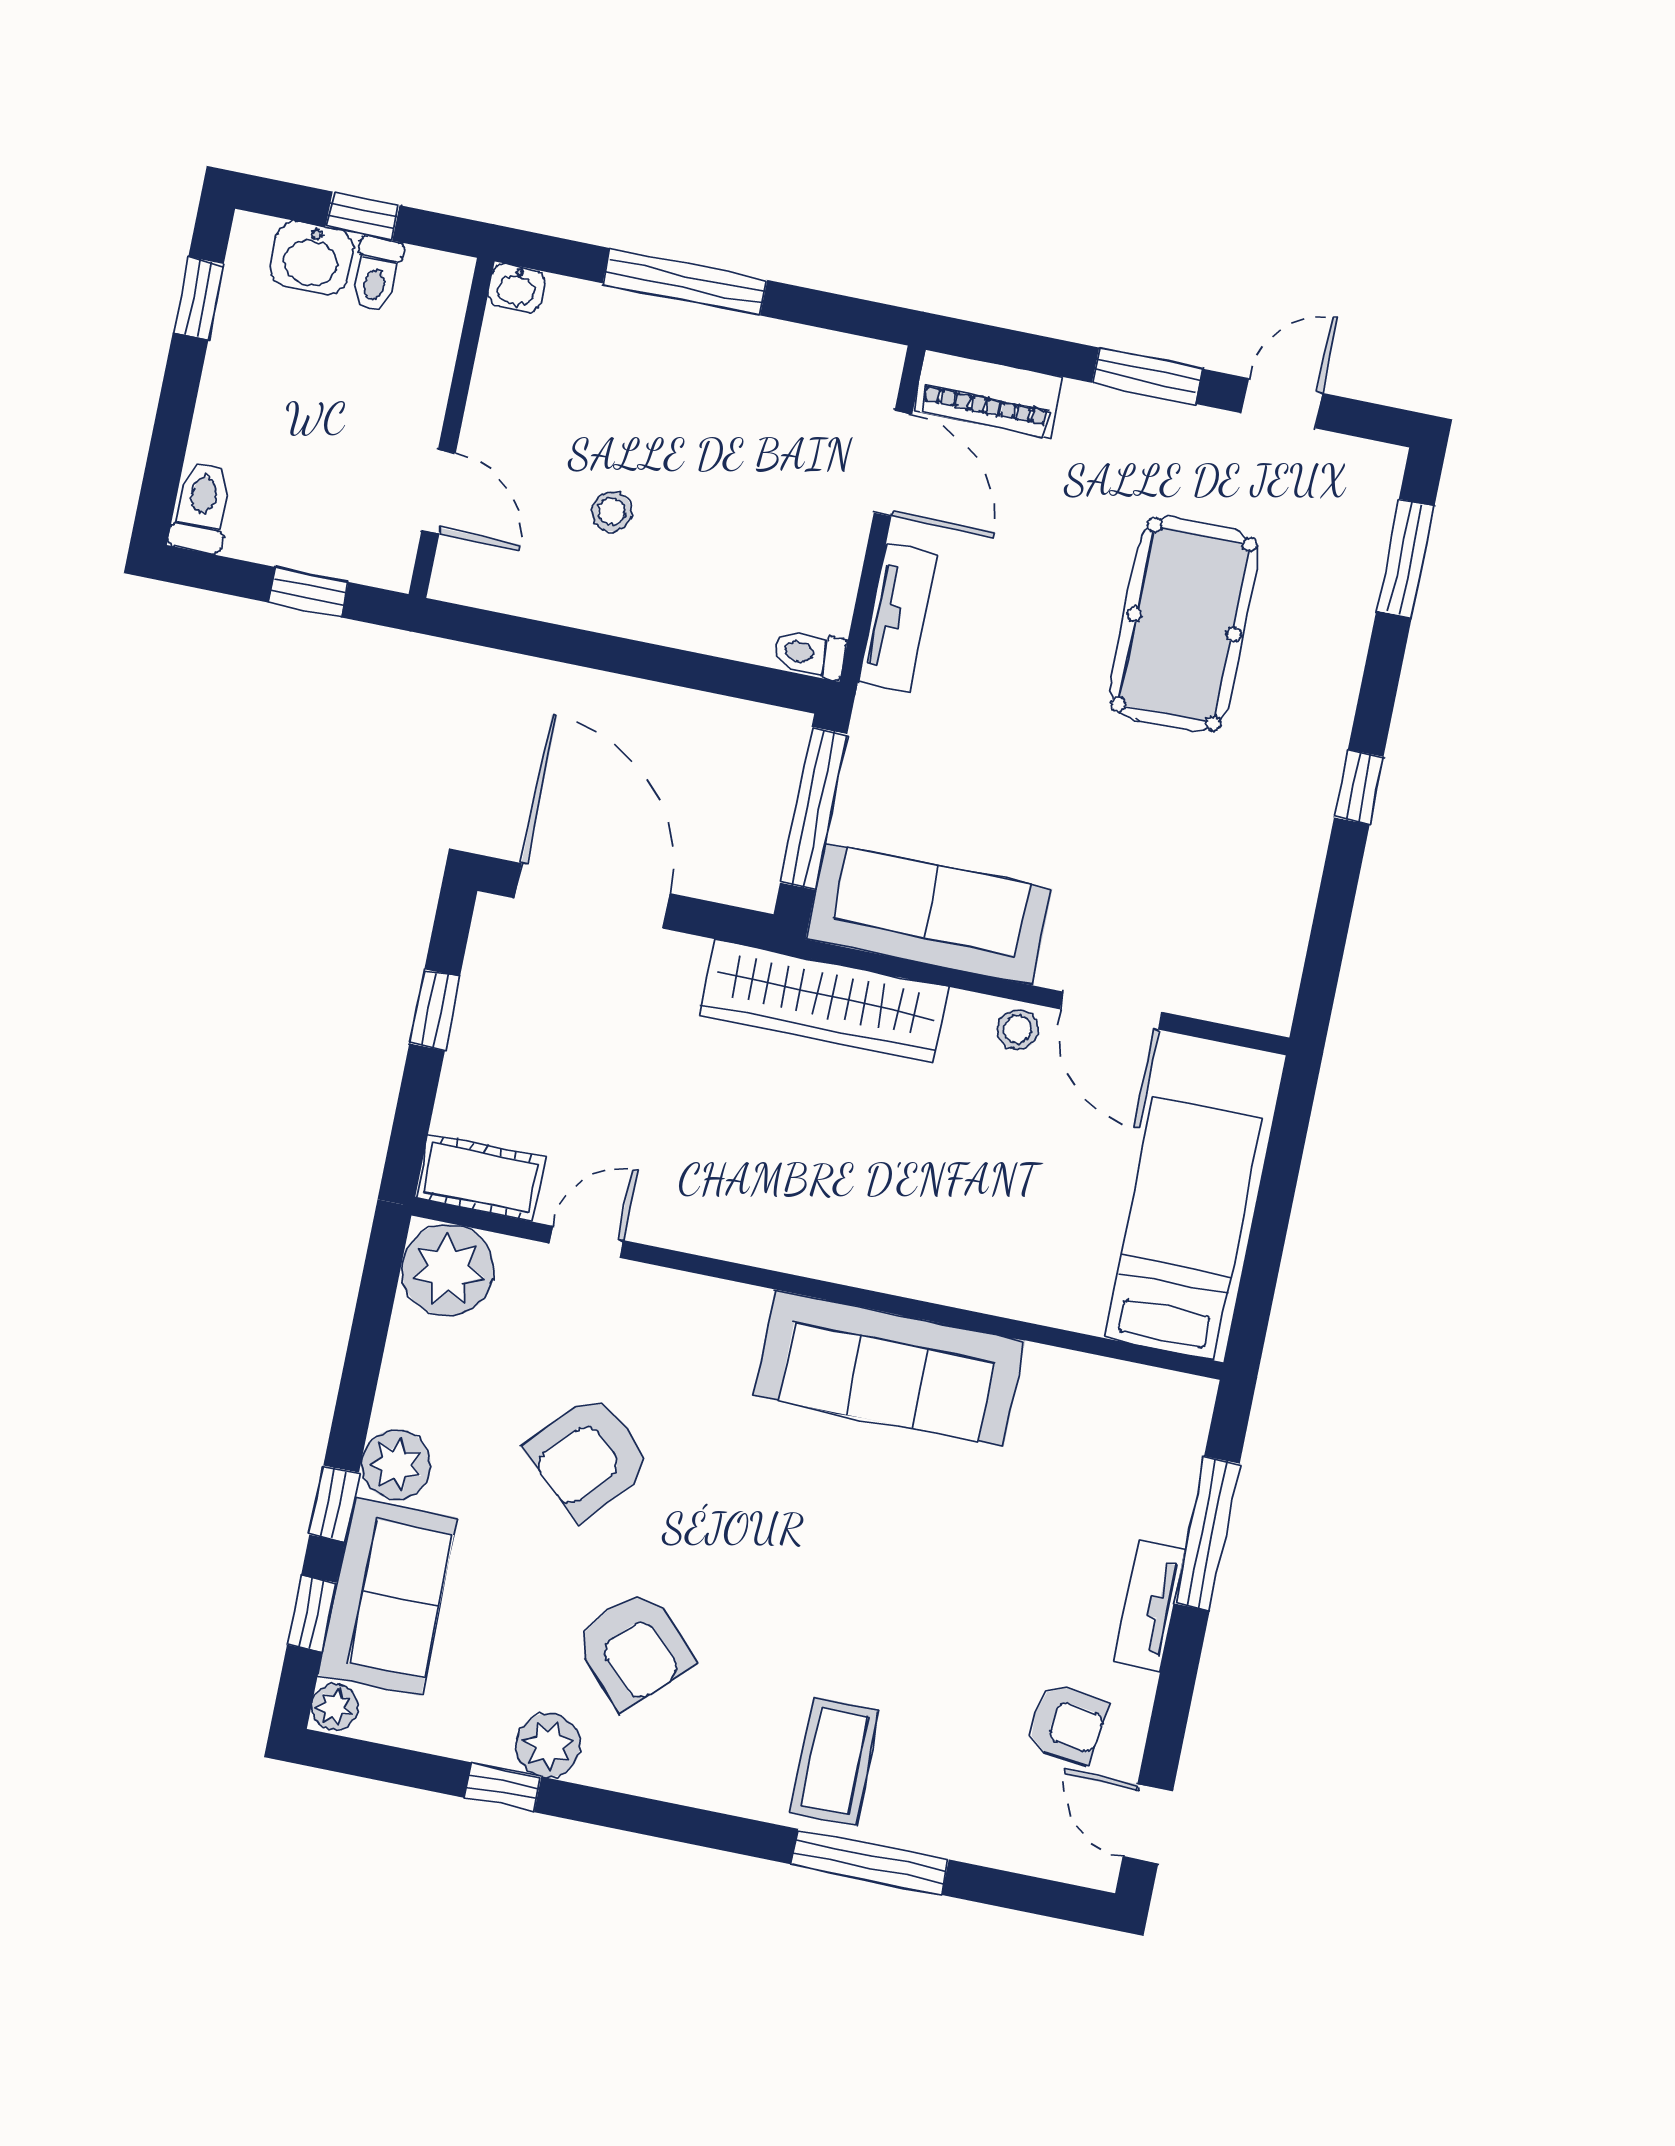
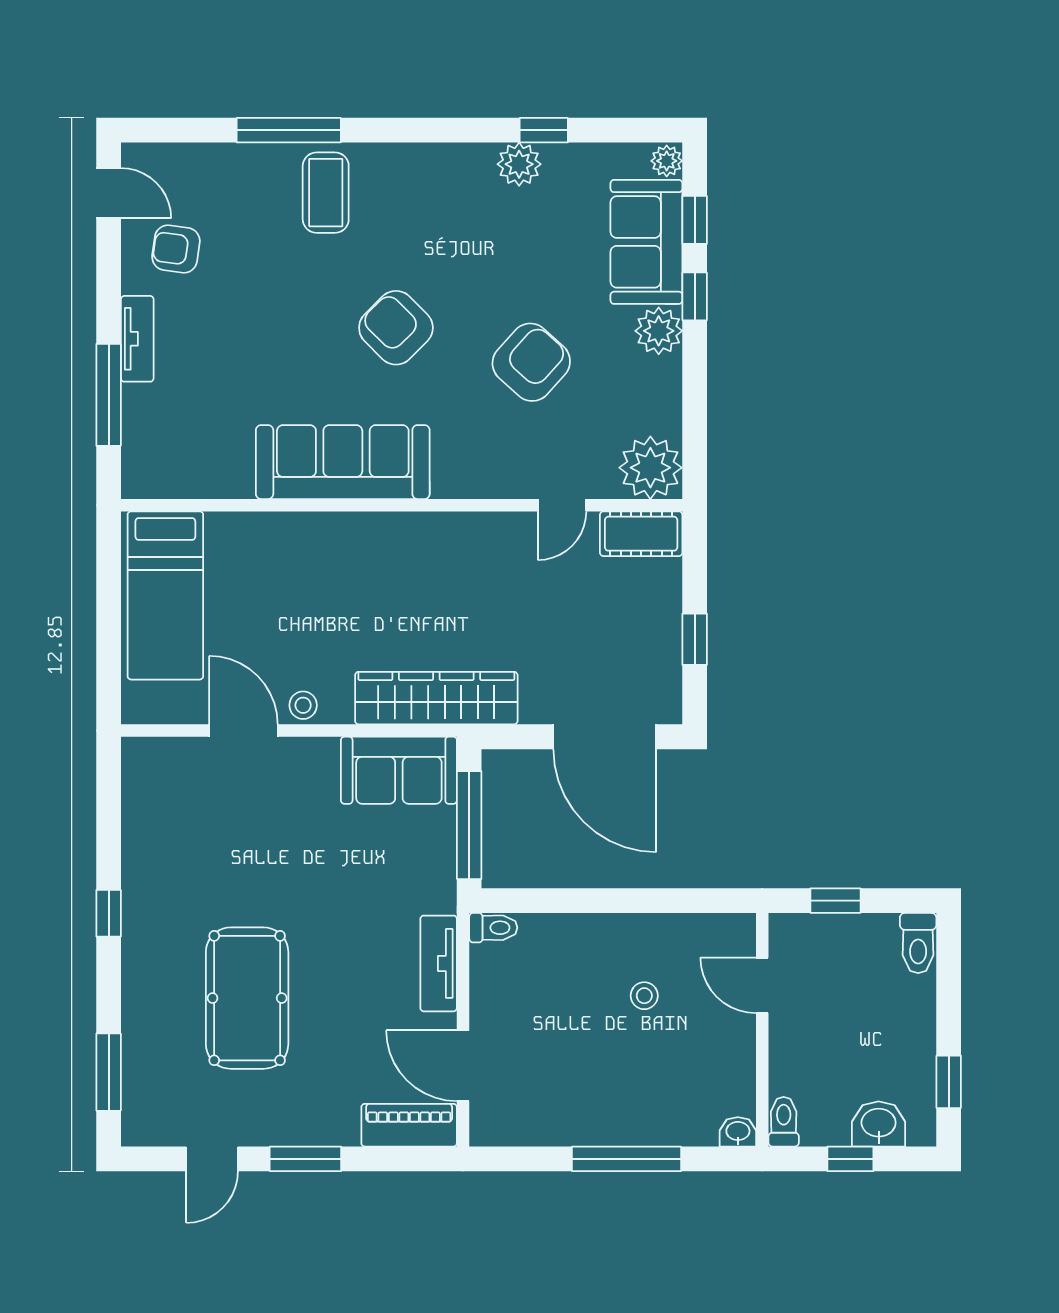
toilet: (376, 275) -> (784, 1122), moved
sofa: (929, 914) -> (399, 770), width x0.73
armchair: (634, 1649) -> (396, 328), moved

